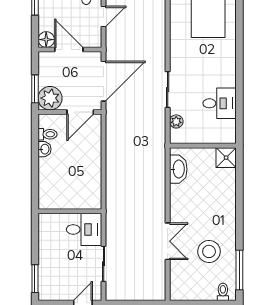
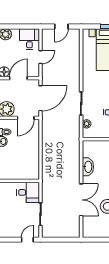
door: (69, 49) -> (18, 78), hinge flipped
washbasin: (178, 169) -> (88, 167), moved
double door: (168, 241) -> (81, 200), width x1.37

